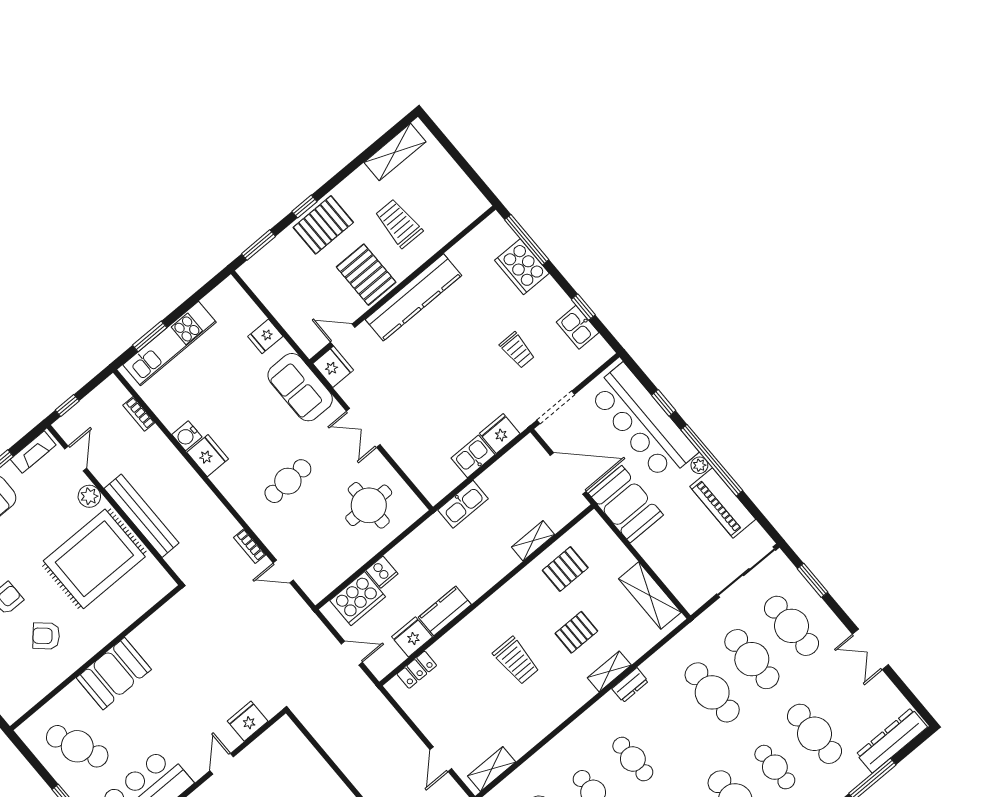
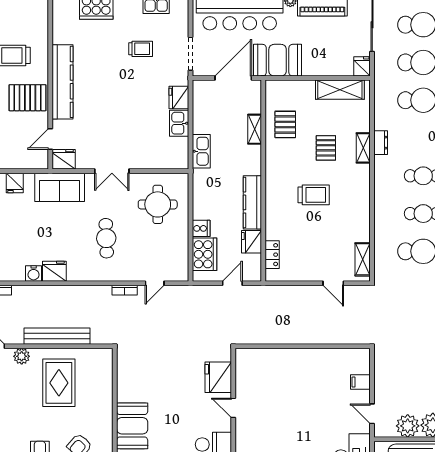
rug: (94, 559) -> (59, 383), width x0.73, depth x0.69
fridge: (694, 598) -> (362, 66), added
kitchen counter: (445, 611) -> (252, 202), width x1.50
fridge: (248, 721) -> (218, 377), width x1.36, depth x1.34

